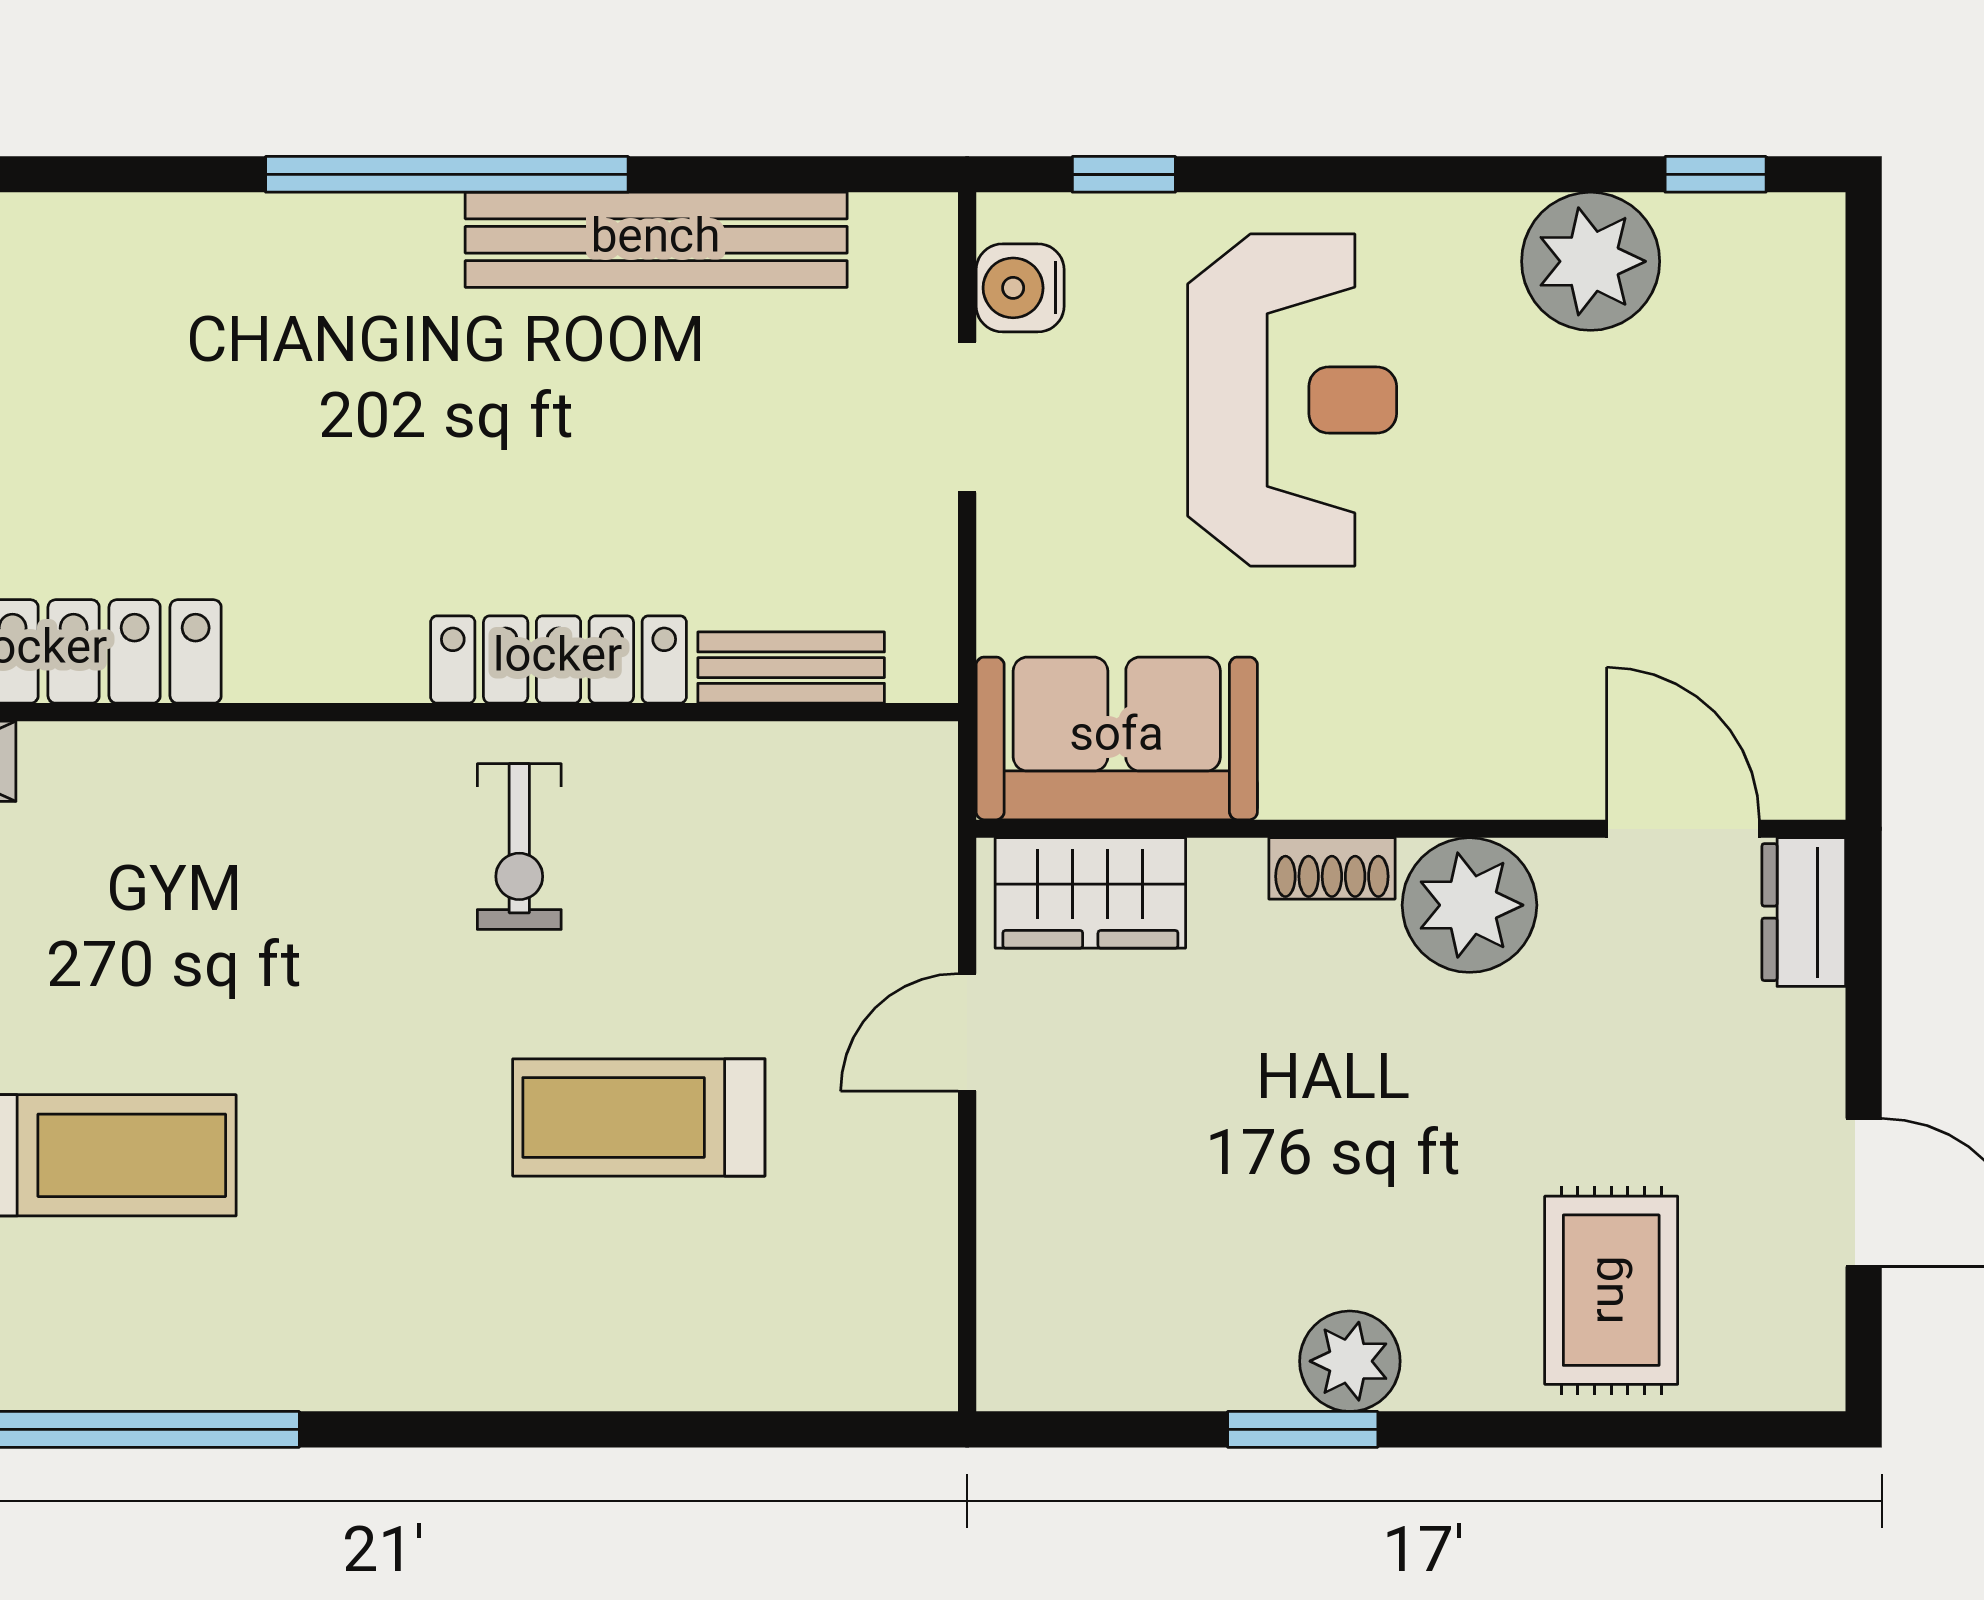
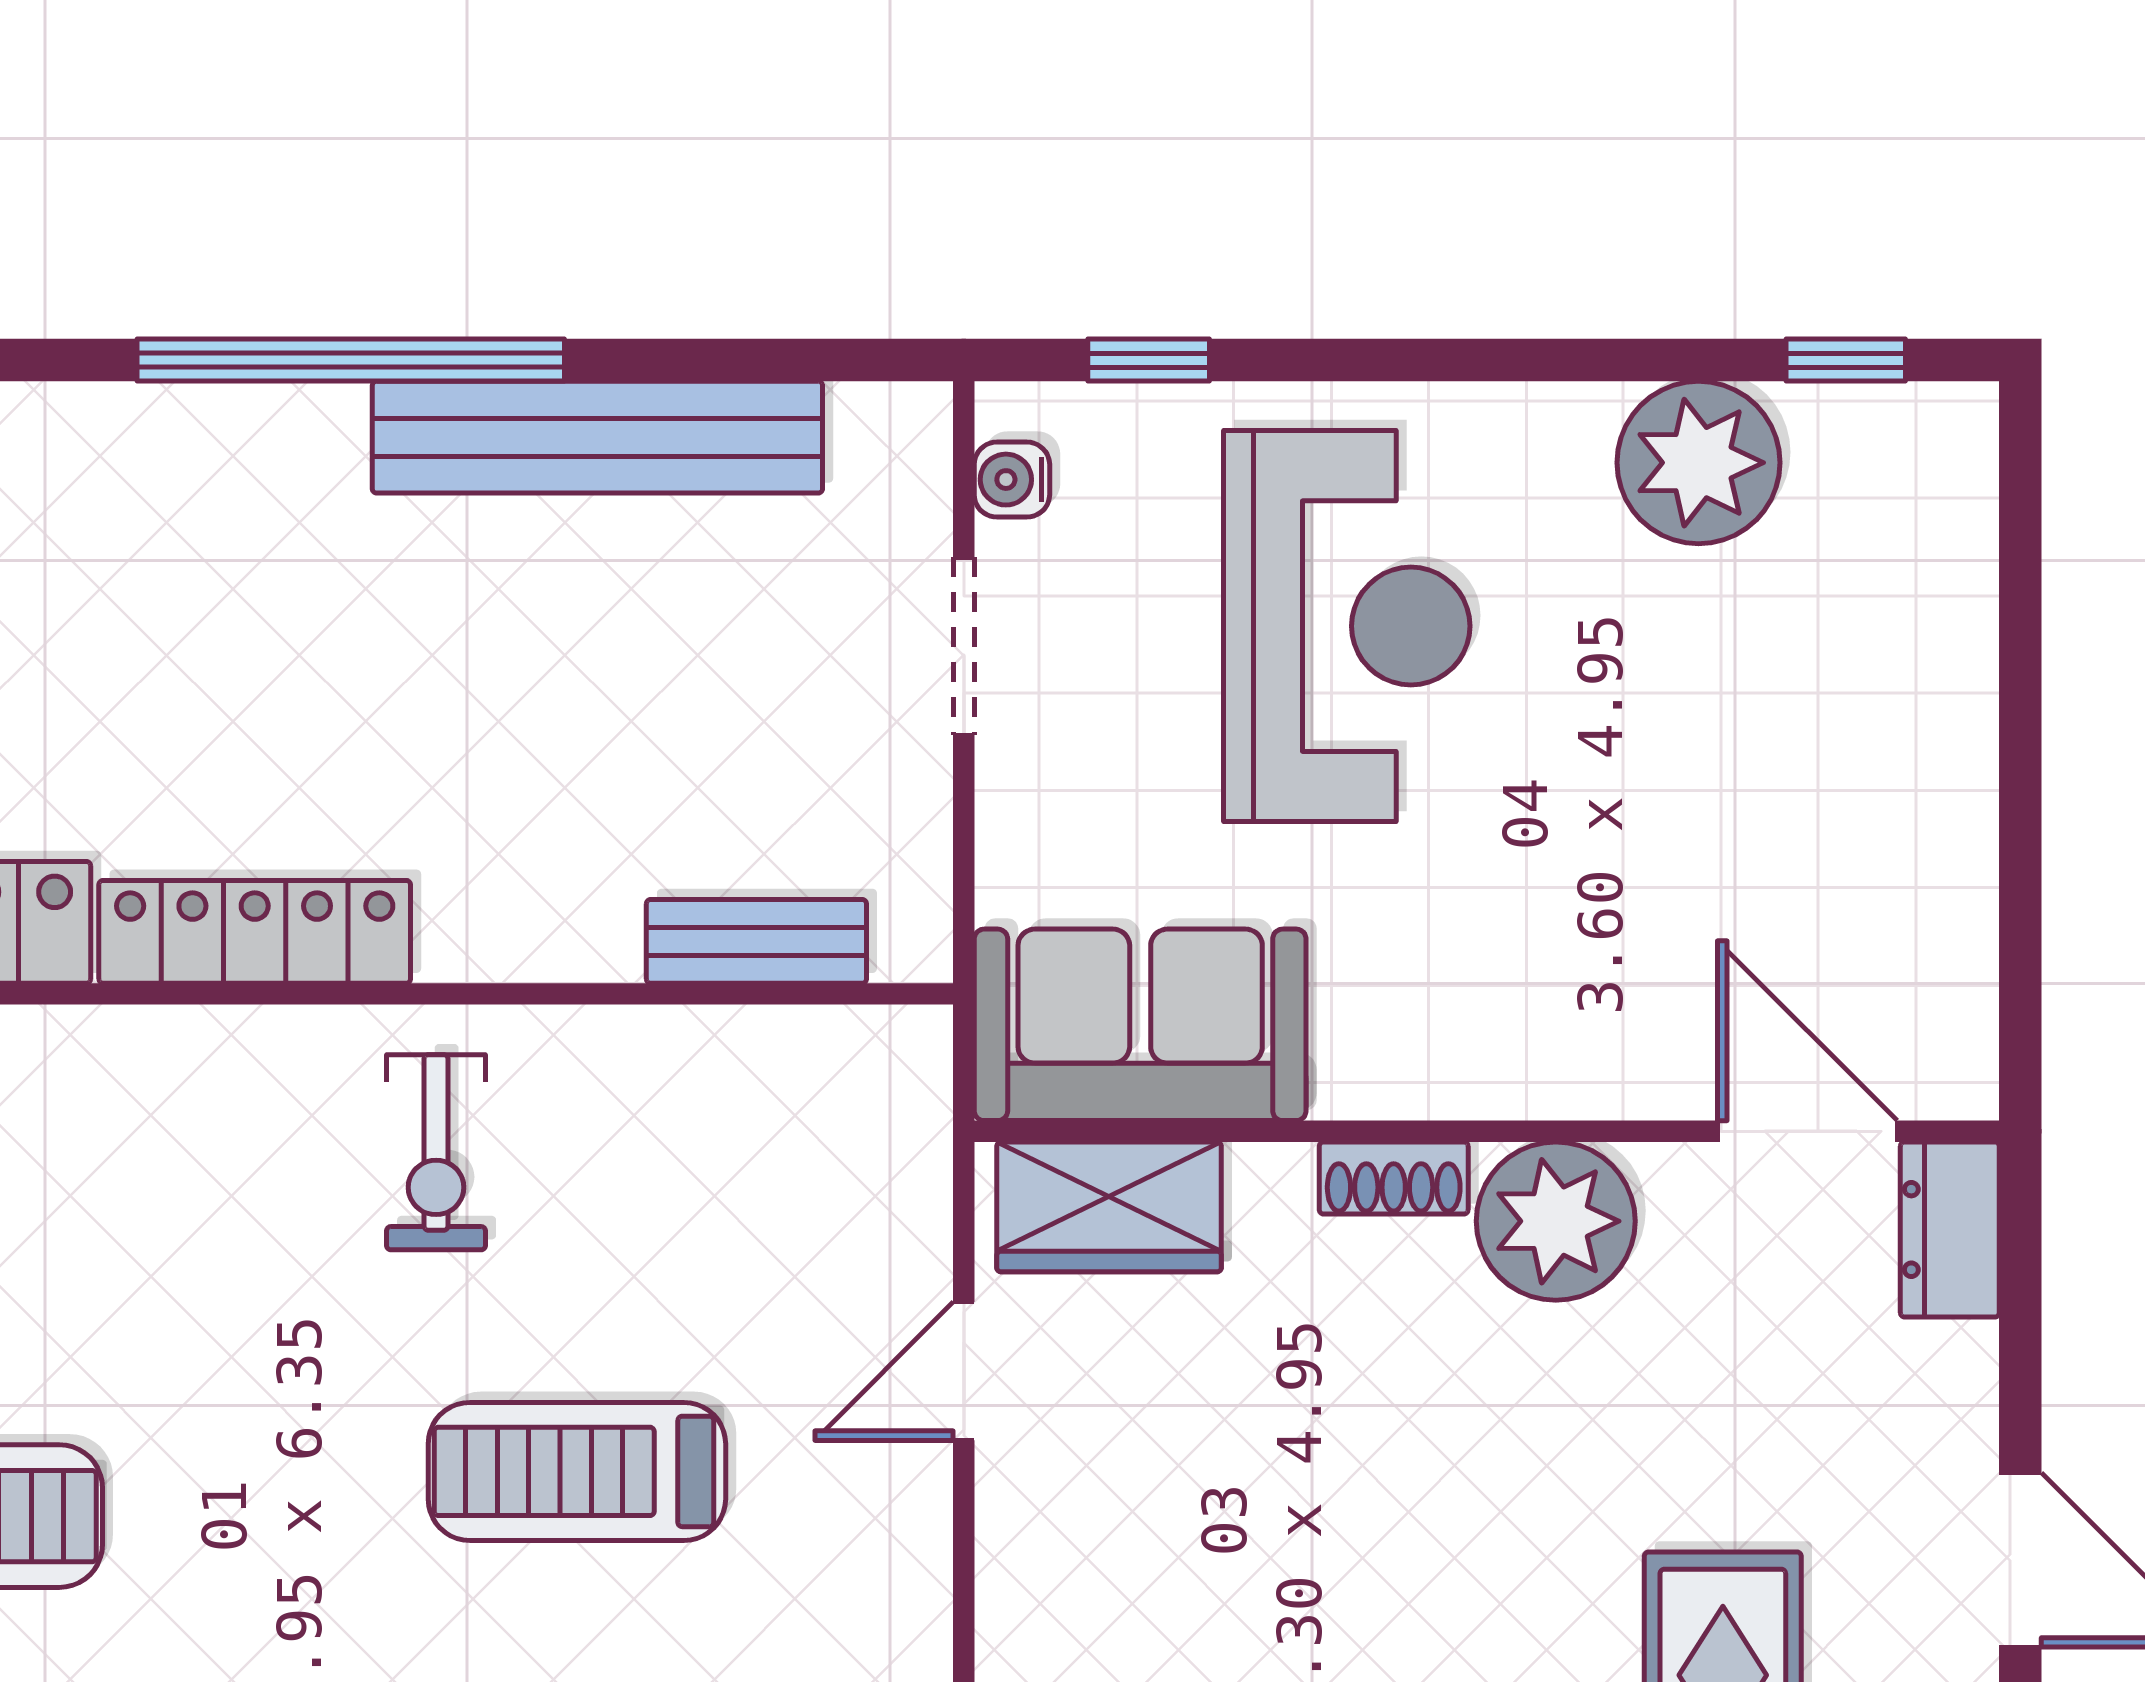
water cooler: (1020, 288) -> (1012, 480), width x0.72, depth x0.72
locker: (558, 659) -> (255, 932), moved

